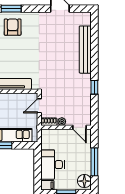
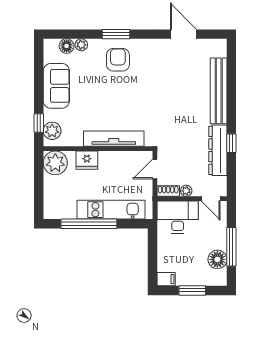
dresser: (85, 92) -> (218, 150), added
desk: (52, 165) -> (178, 217), moved, turned 90
floor lamp: (84, 181) -> (217, 259), moved

